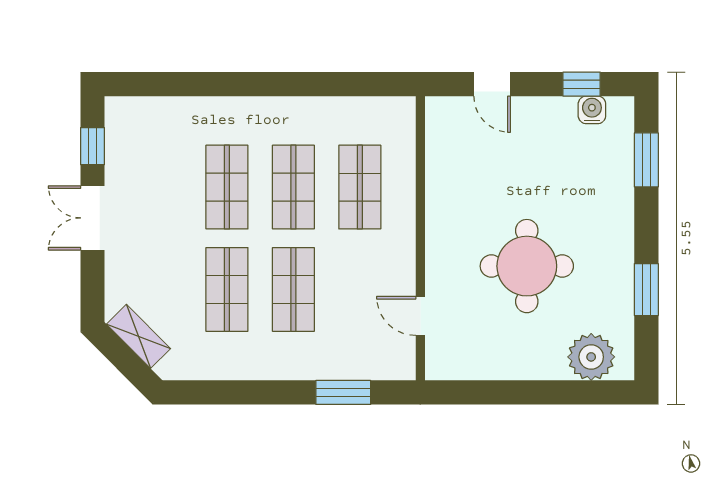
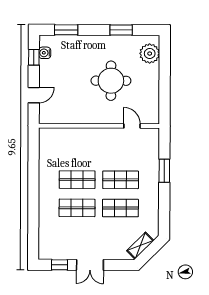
shop shelf: (360, 187) -> (77, 151), removed
door: (420, 316) -> (132, 126), swing flipped
window: (343, 392) -> (164, 171), moved

